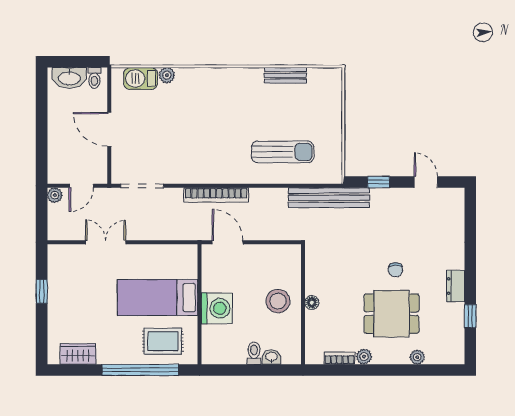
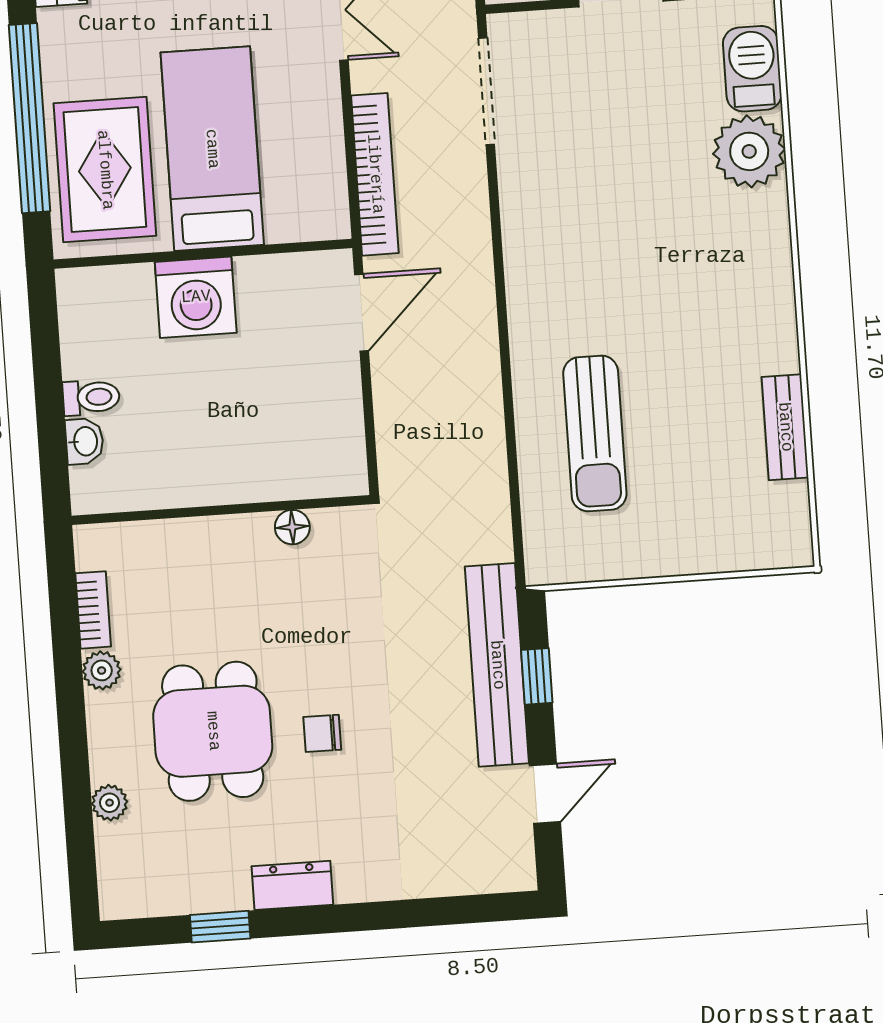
plant: (167, 75) -> (749, 151), width x1.87, depth x1.87
bookcase: (216, 195) -> (375, 174), moved, turned 180
bench: (329, 198) -> (497, 665), moved
stool: (278, 301) -> (224, 448), removed
floor lamp: (312, 303) -> (292, 527), moved
rug: (163, 341) -> (105, 170), width x1.36, depth x1.43

